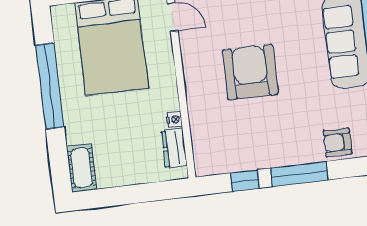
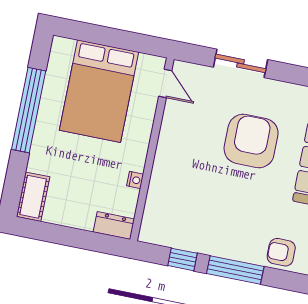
armchair: (250, 72) -> (251, 141), moved
dresser: (174, 148) -> (114, 226), moved, turned 90

